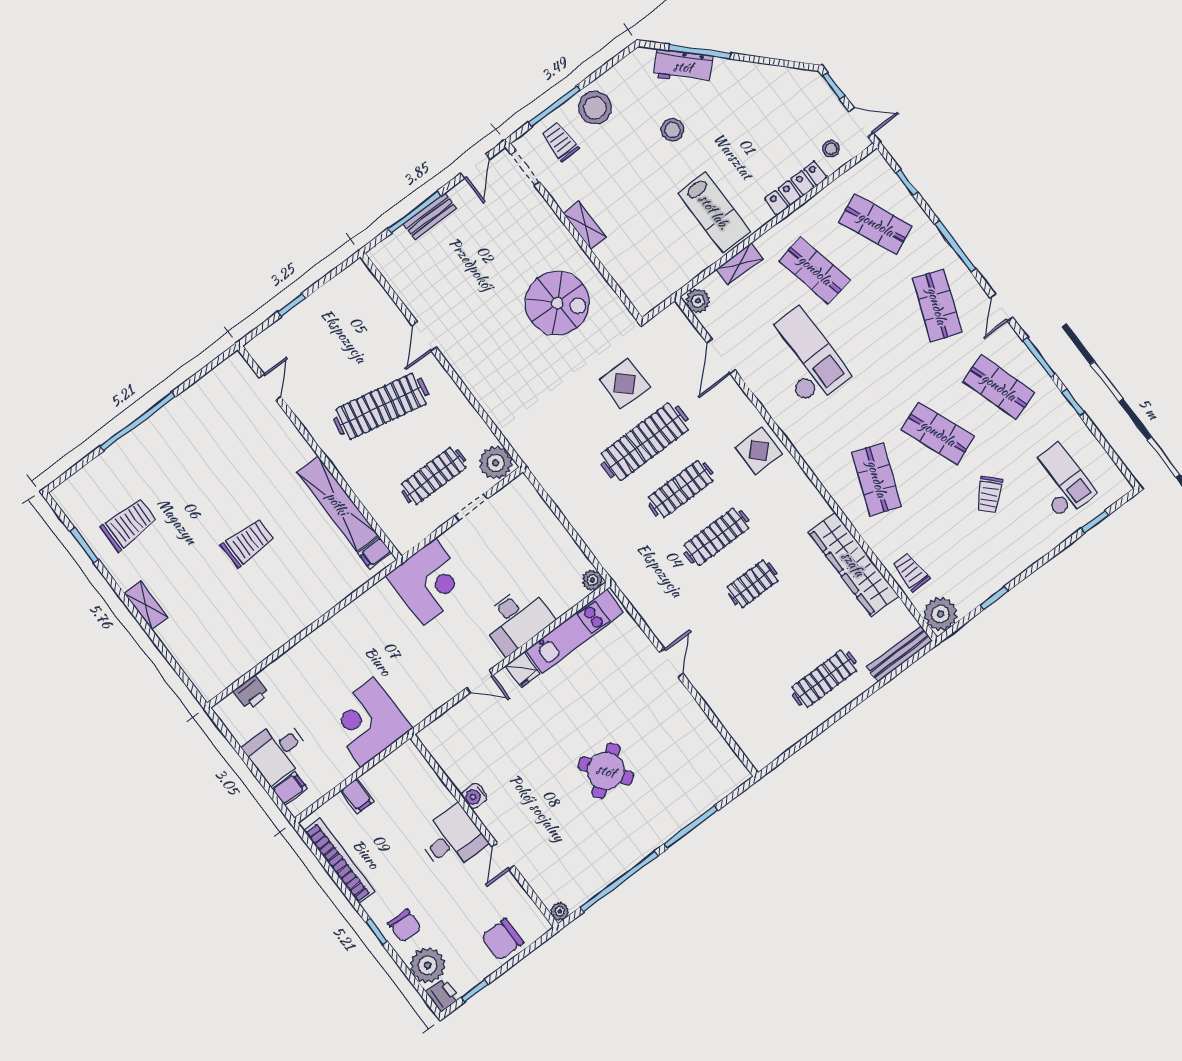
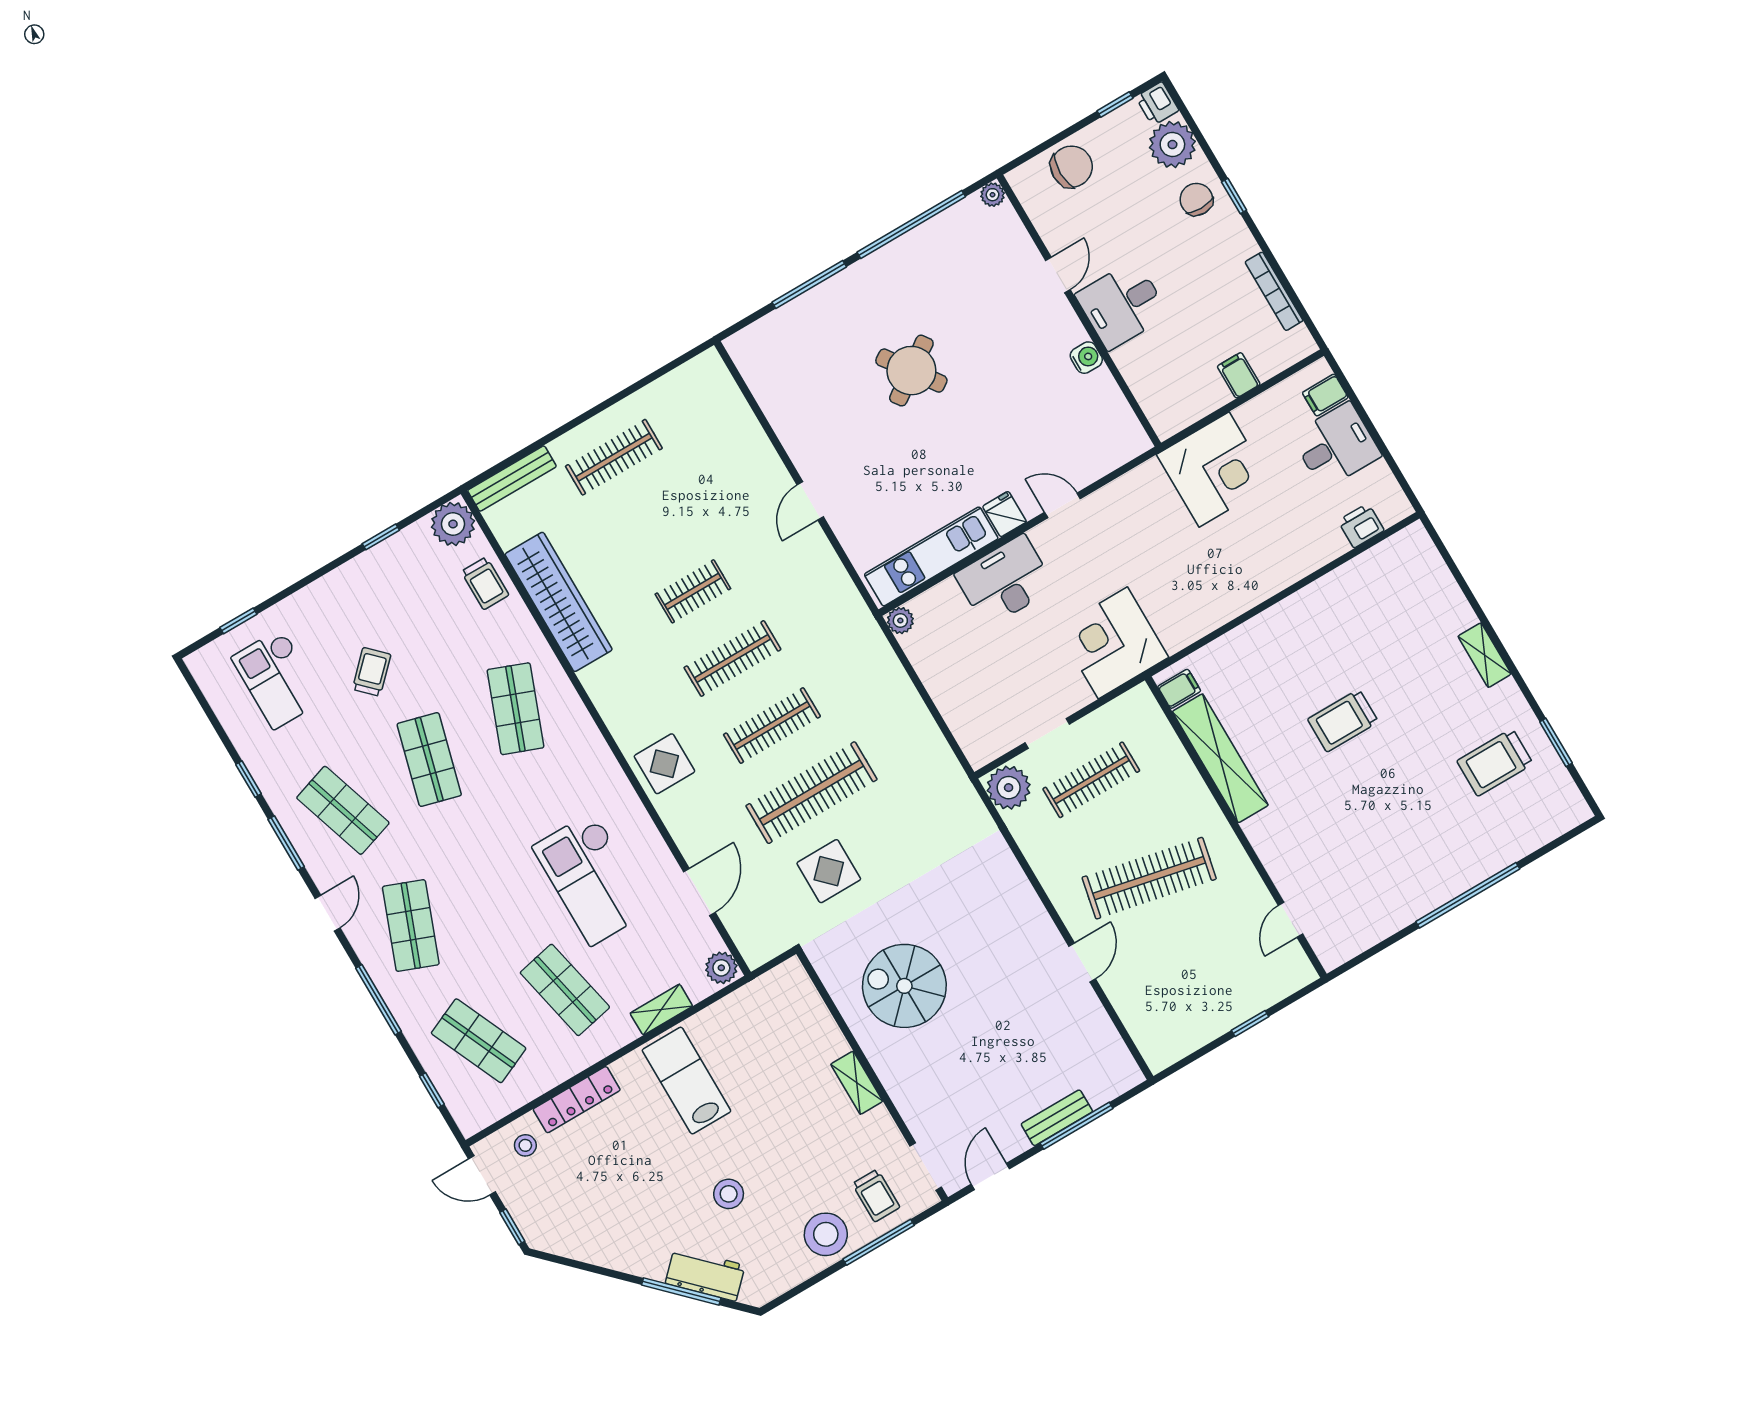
shop shelf: (938, 433) -> (429, 760), turned 36
bookcase: (340, 861) -> (1274, 291), width x0.68, depth x0.76

